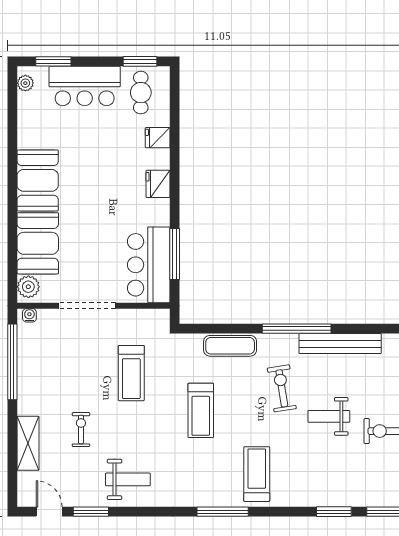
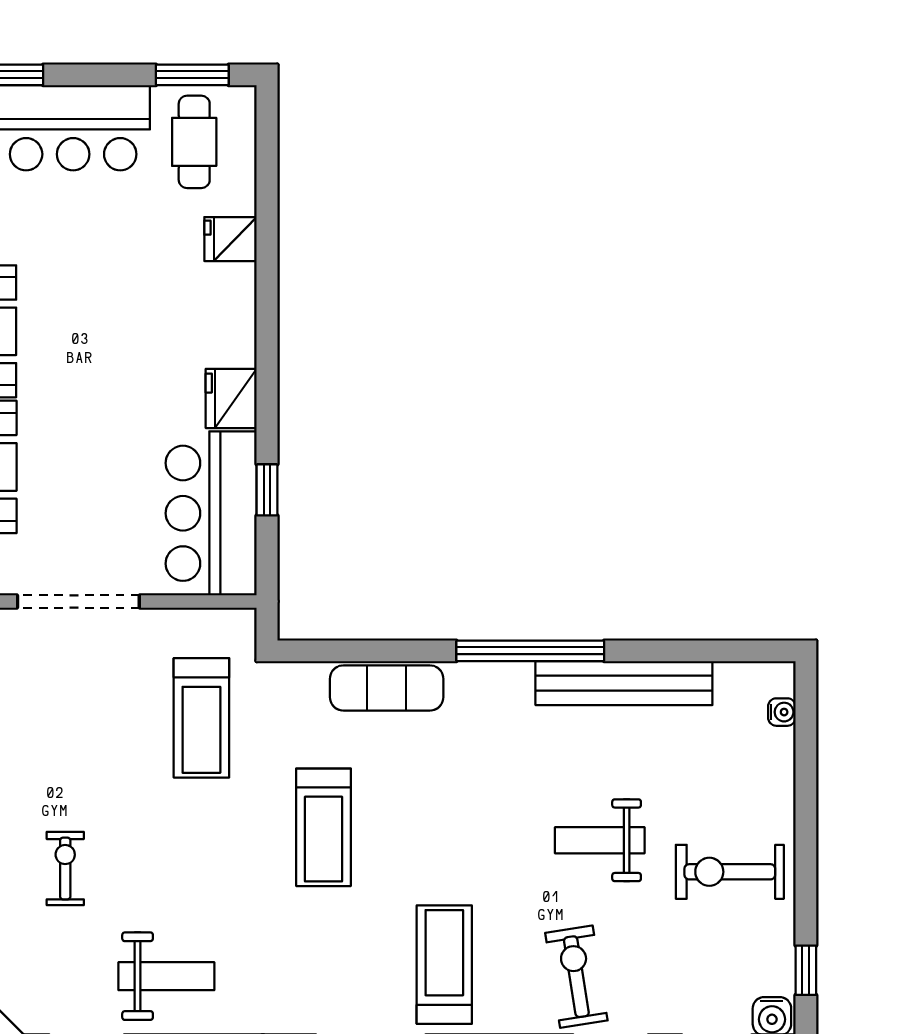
fridge: (158, 184) -> (231, 398), moved
window: (175, 254) -> (267, 490), width x0.46
treadmill: (131, 373) -> (201, 718), moved
exercise bike: (282, 388) -> (576, 977), moved

